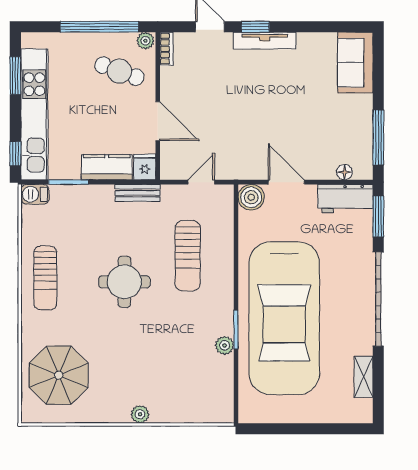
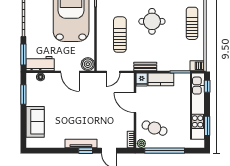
sofa: (355, 63) -> (35, 122), moved
window: (378, 137) -> (23, 94), width x0.69

